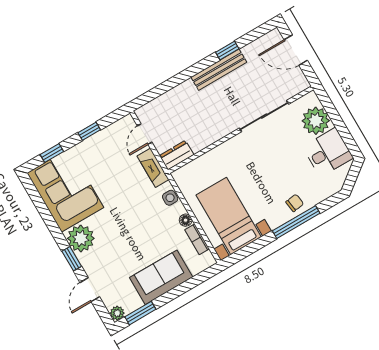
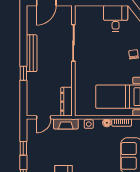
window: (227, 50) -> (23, 73), moved
plant: (316, 121) -> (93, 15), removed
door: (145, 134) -> (44, 117), hinge flipped
dresser: (177, 155) -> (67, 102), width x1.44

